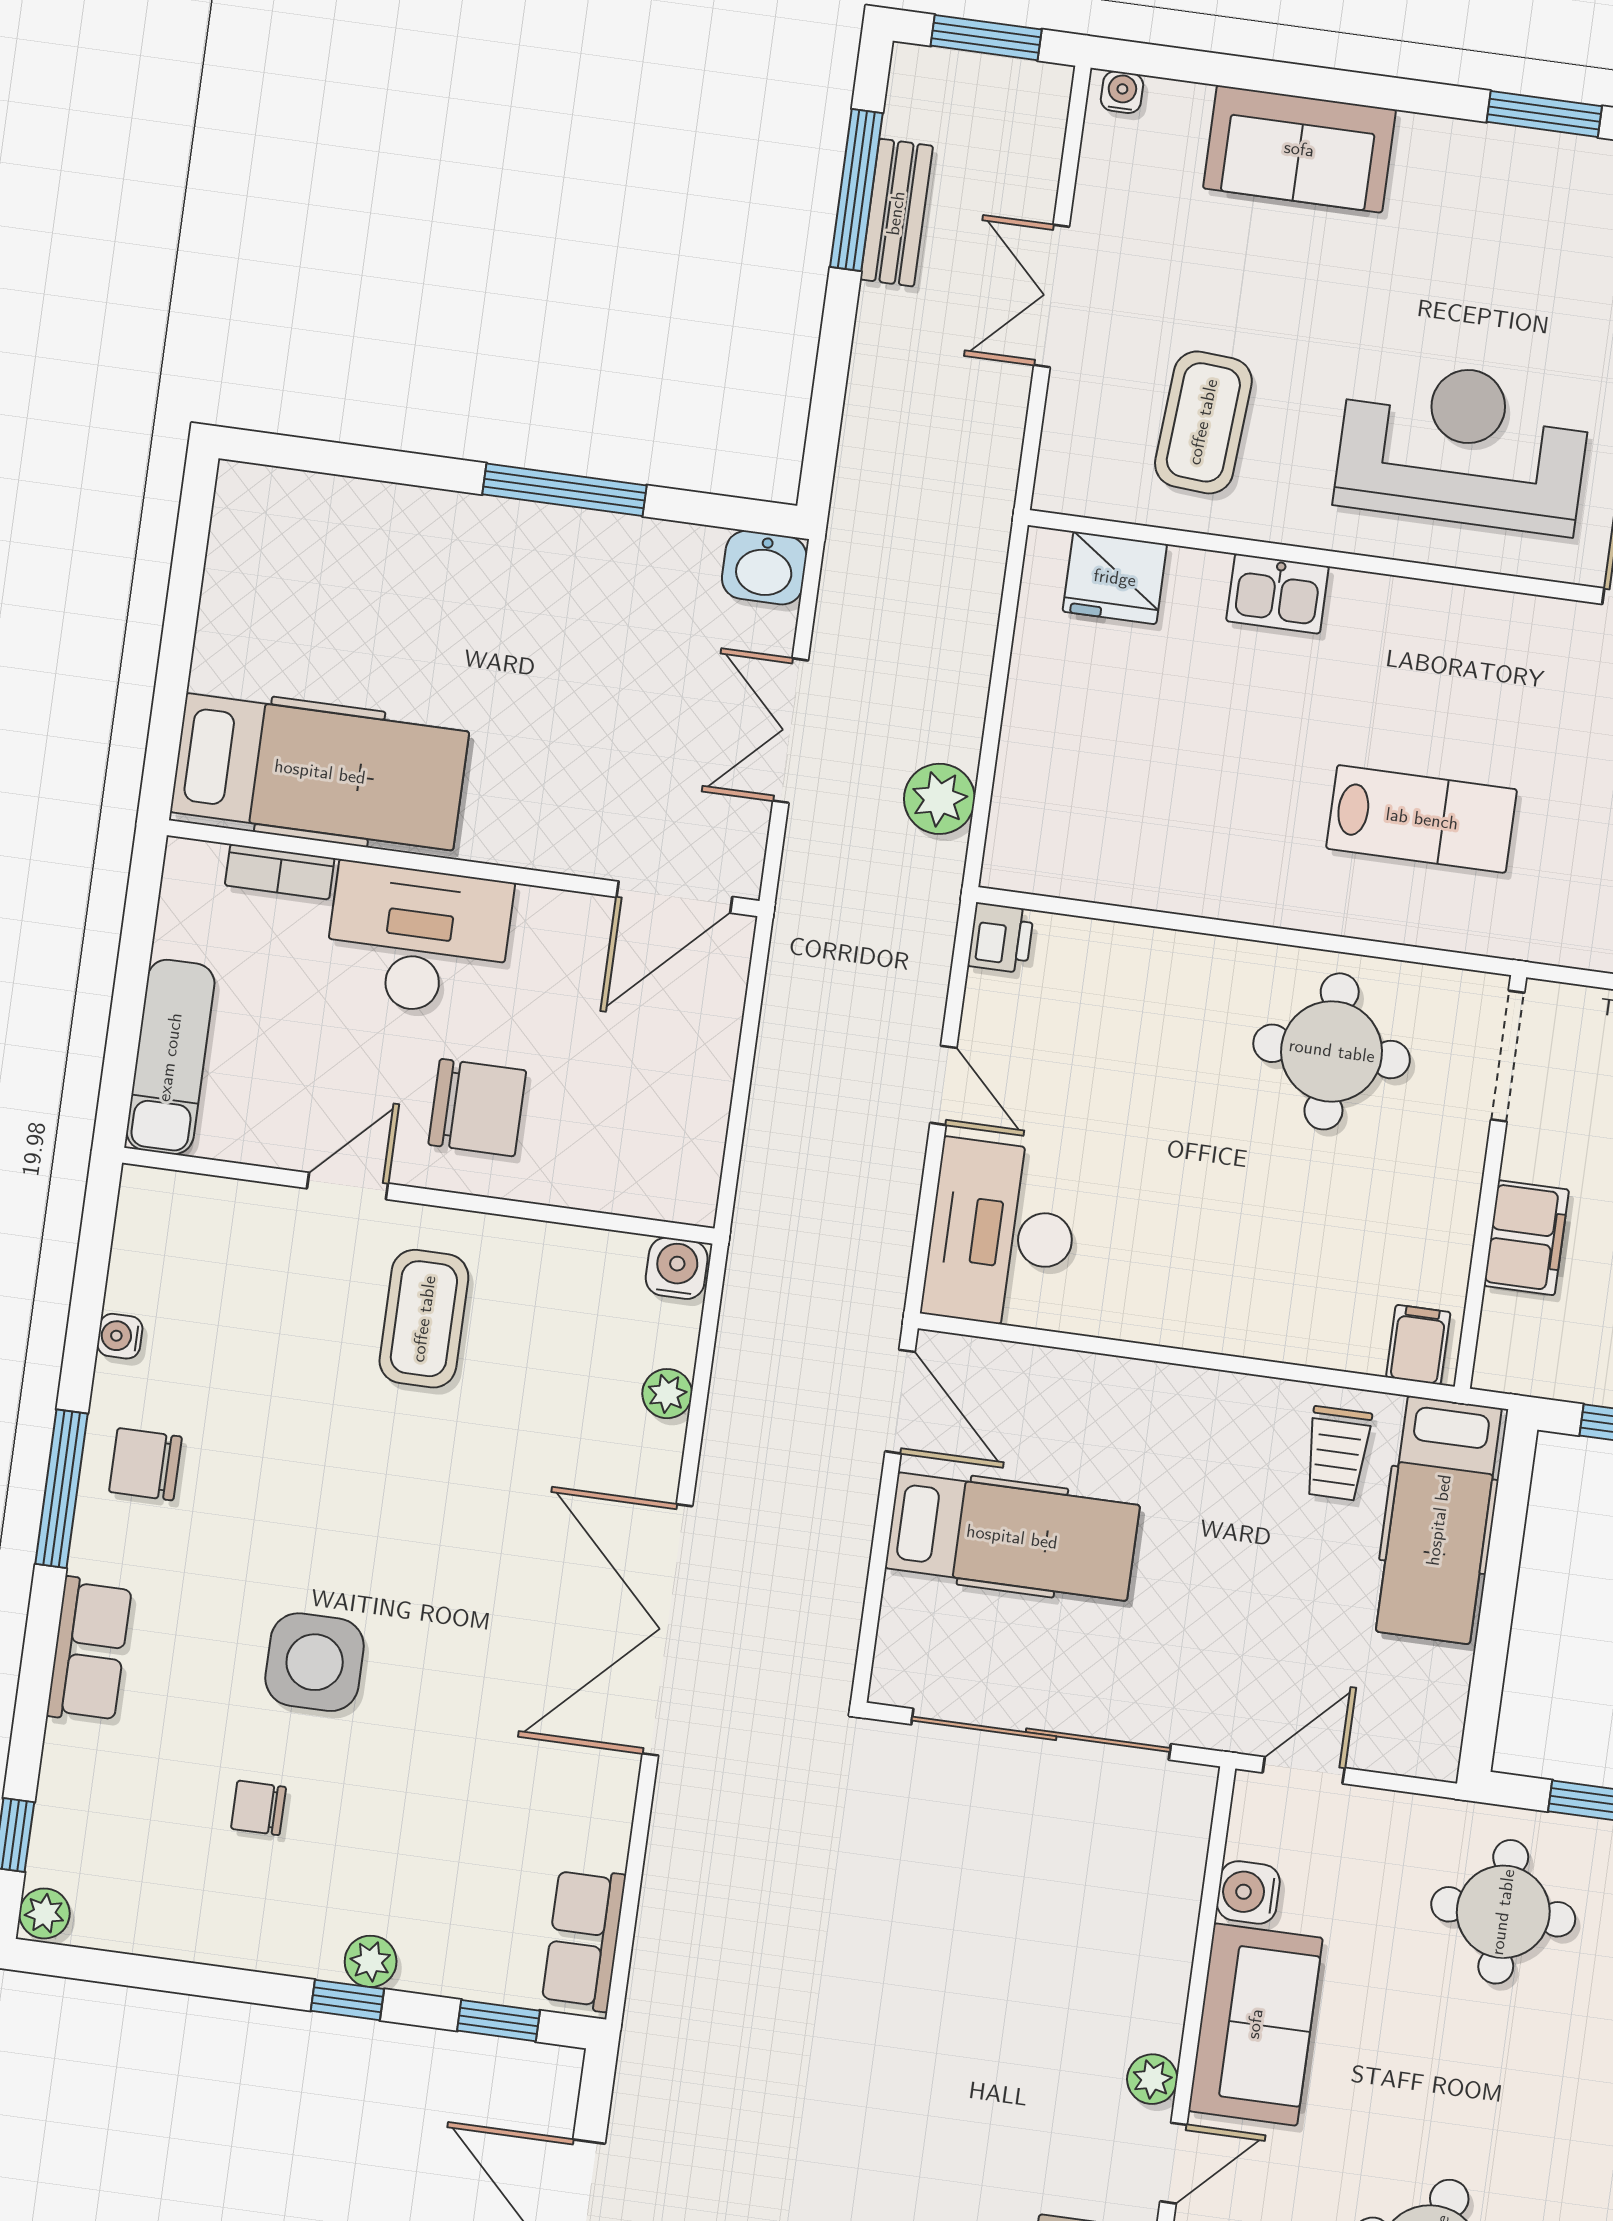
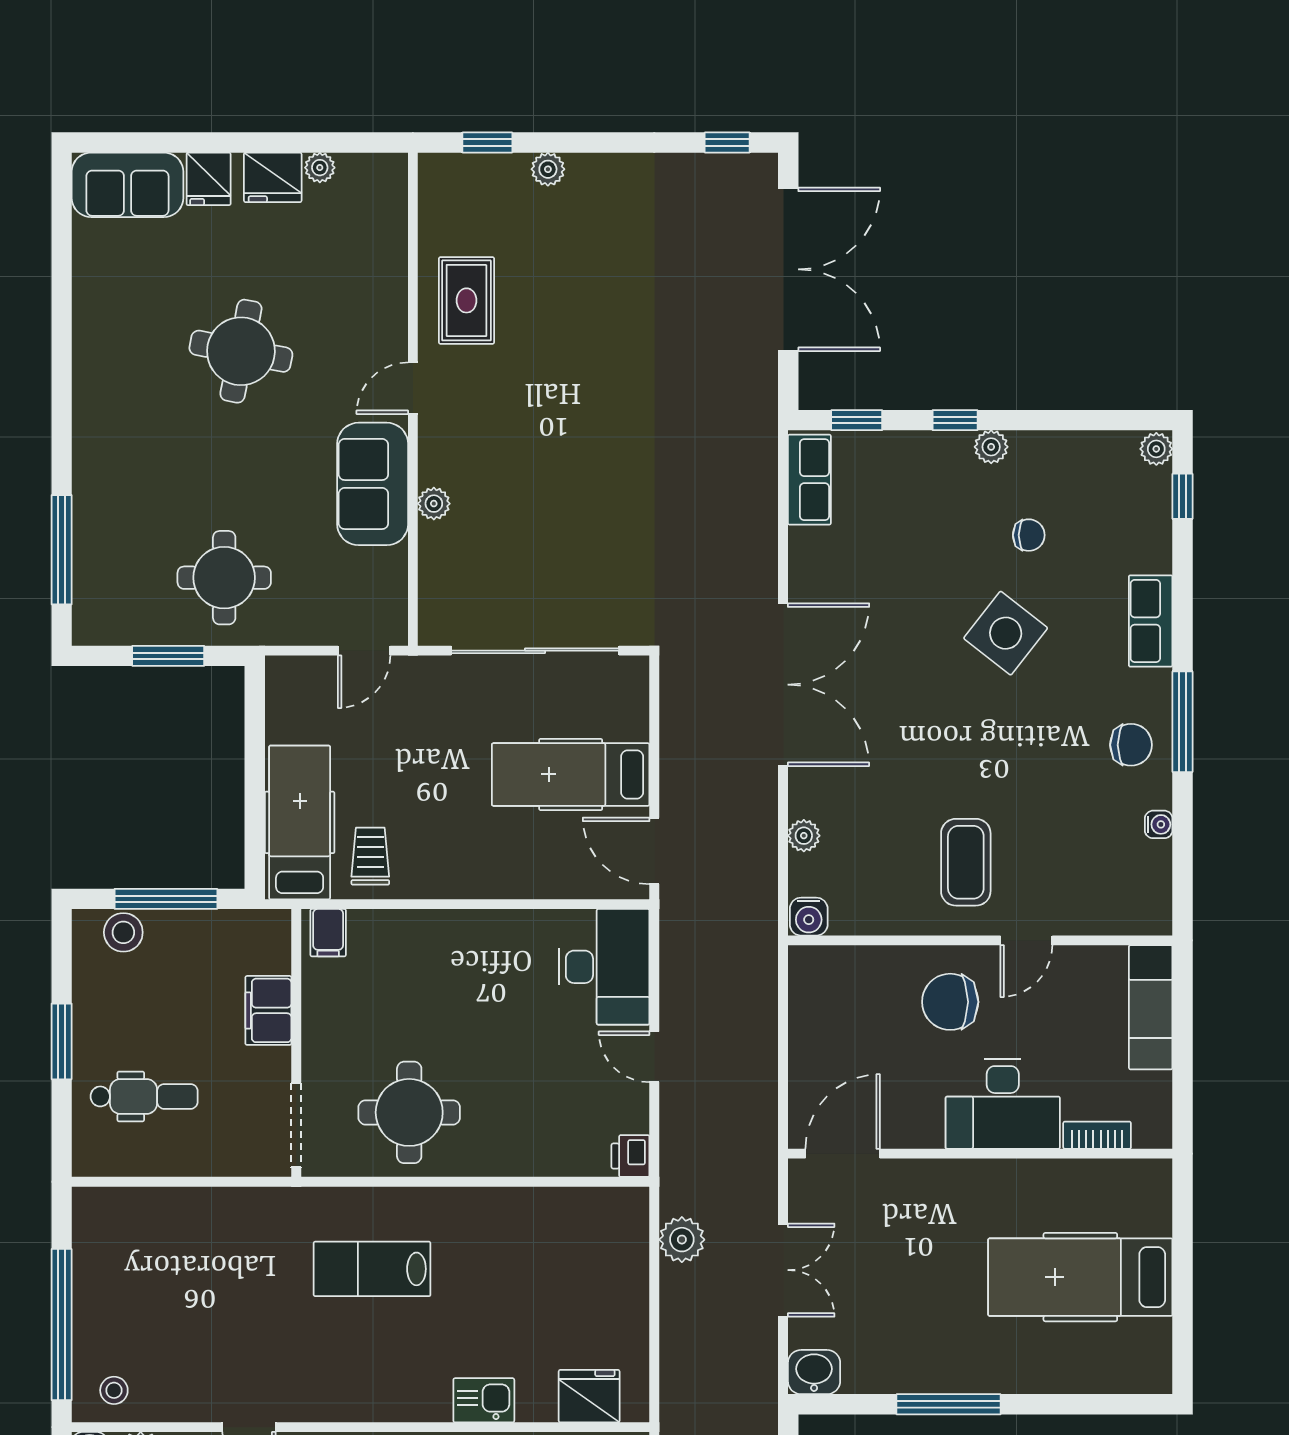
hospital bed: (320, 772) -> (1080, 1277), moved
side table: (315, 1662) -> (1006, 633), turned 38
water cooler: (1248, 1892) -> (389, 568), removed
plant: (371, 1961) -> (991, 447), moved
plant: (1152, 2079) -> (434, 504), moved

